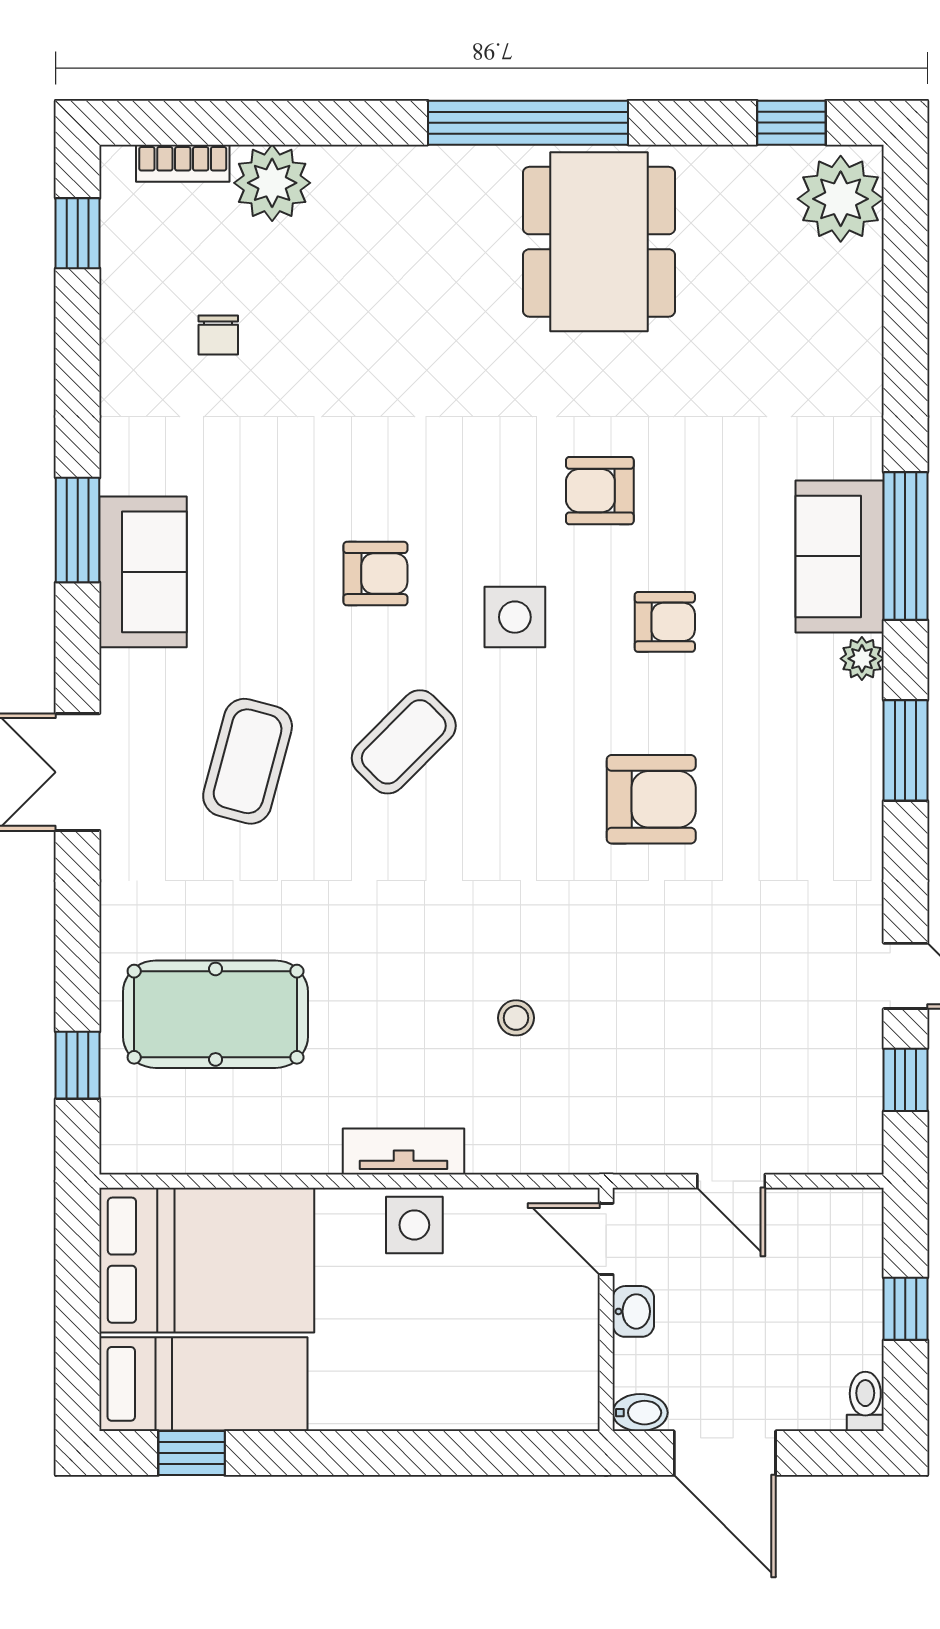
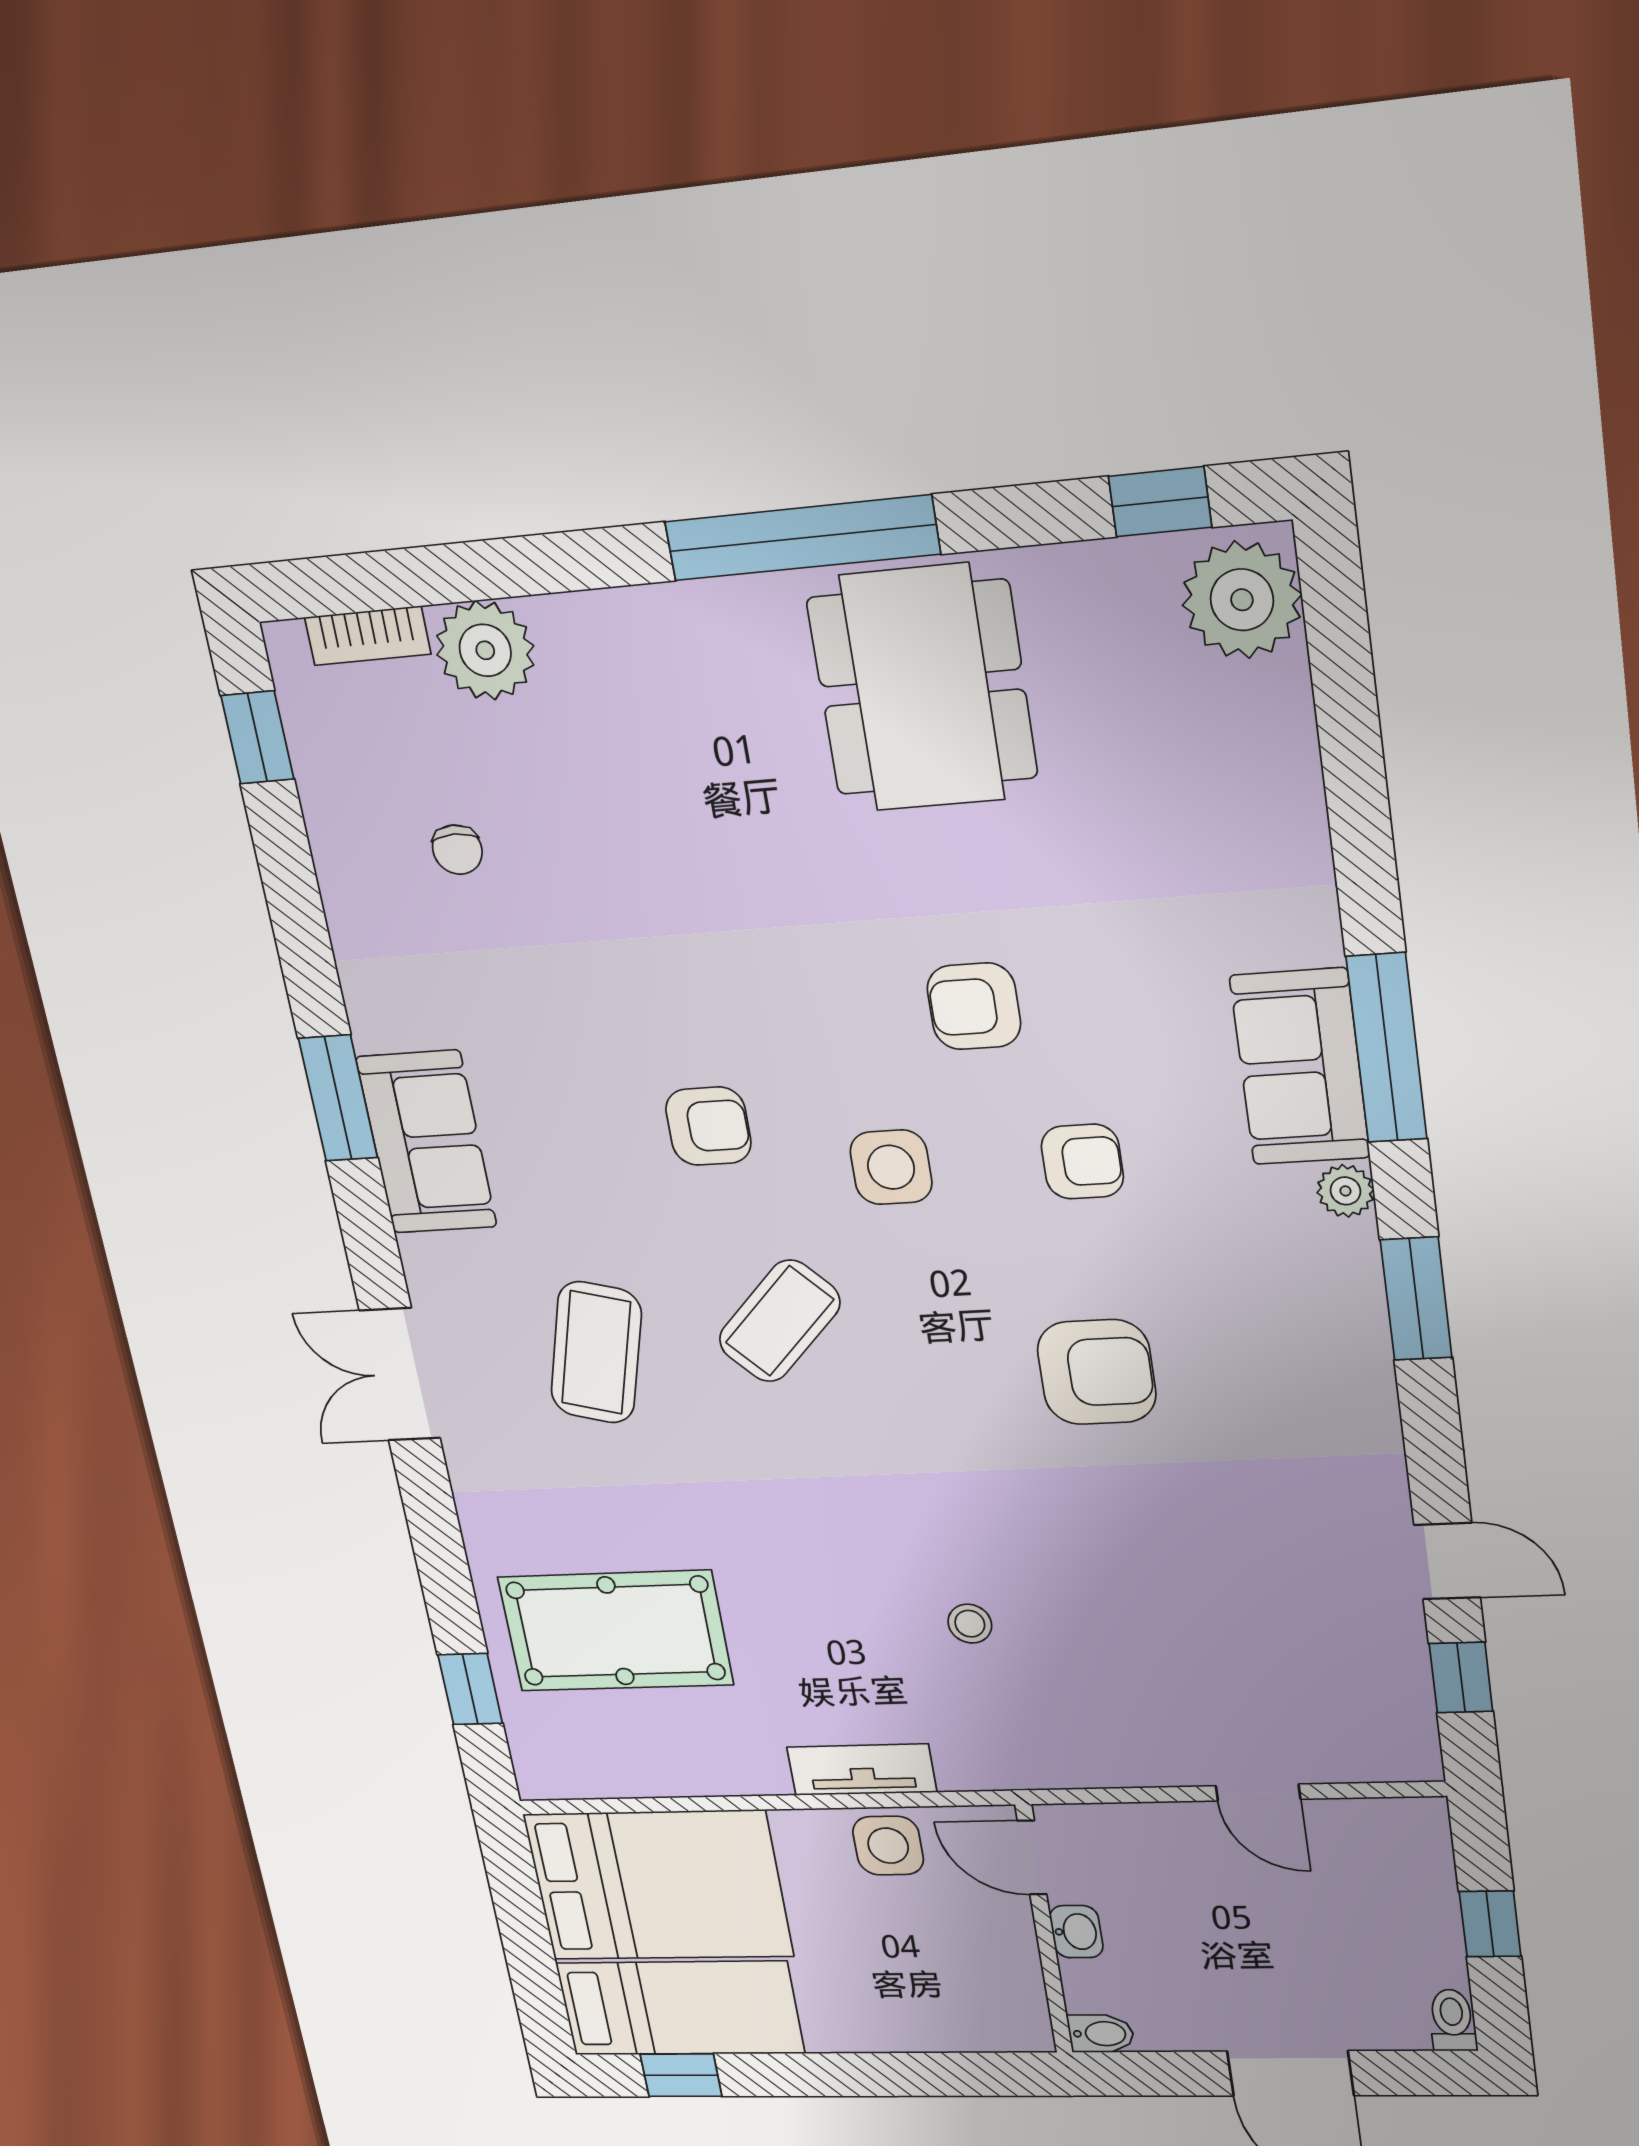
door: (606, 1239) -> (1032, 1858), moved
wall: (606, 1309) -> (1044, 1930), moved
washbasin: (633, 1311) -> (1076, 1932), moved
bidet: (640, 1413) -> (1101, 2034), moved

